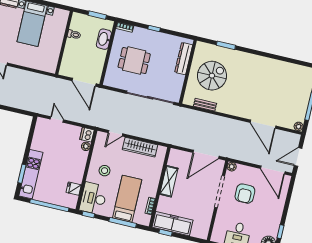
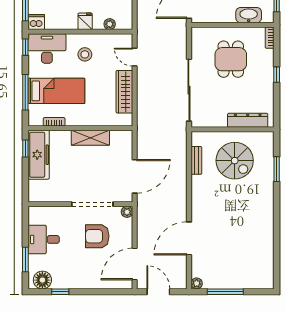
dishwasher: (87, 135) -> (36, 22), moved
door: (206, 154) -> (135, 176), swing flipped
fridge: (74, 189) -> (85, 21), moved

